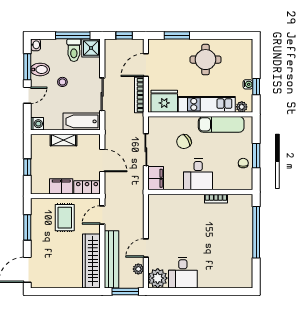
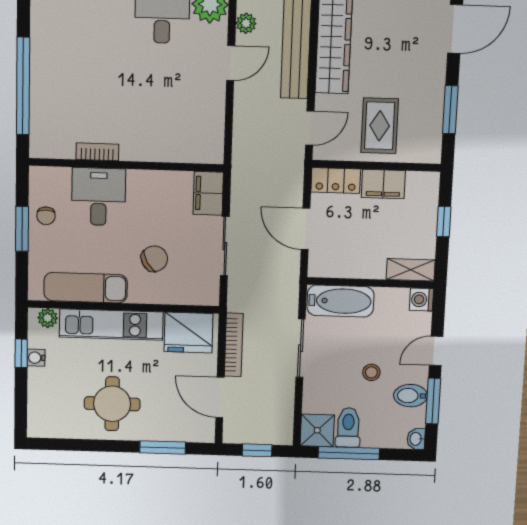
door: (146, 65) -> (220, 397), swing flipped
shelving: (63, 140) -> (411, 270), moved
desk: (198, 174) -> (99, 197), moved

